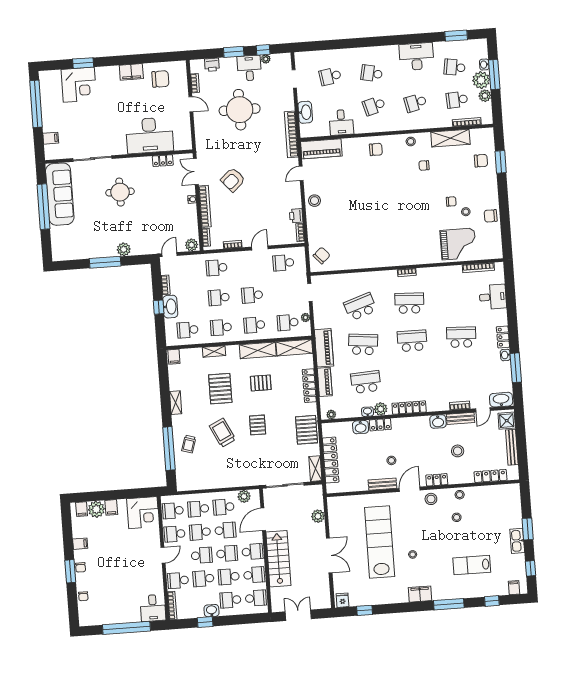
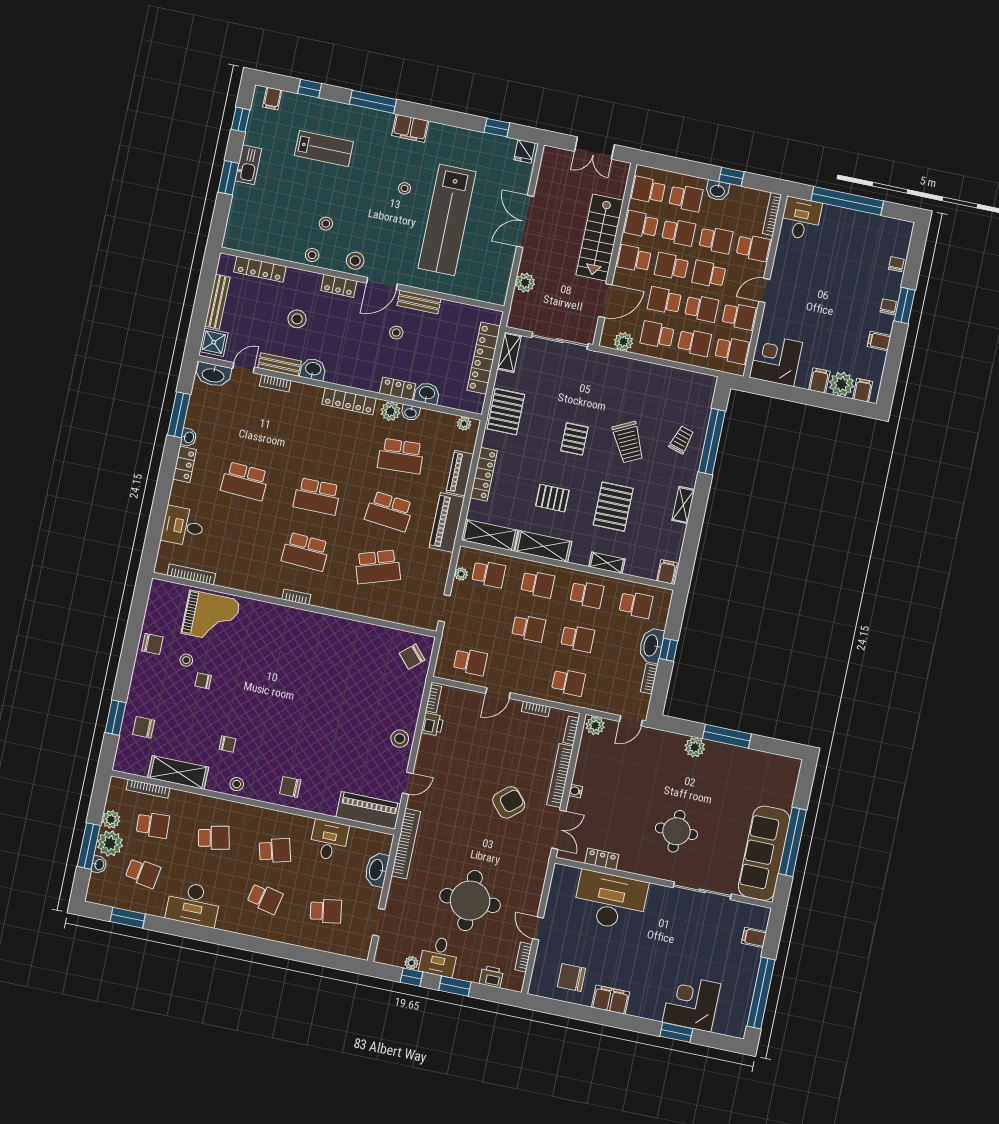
grand piano: (458, 244) -> (211, 617), turned 180
school desk: (224, 507) -> (657, 335), turned 180

